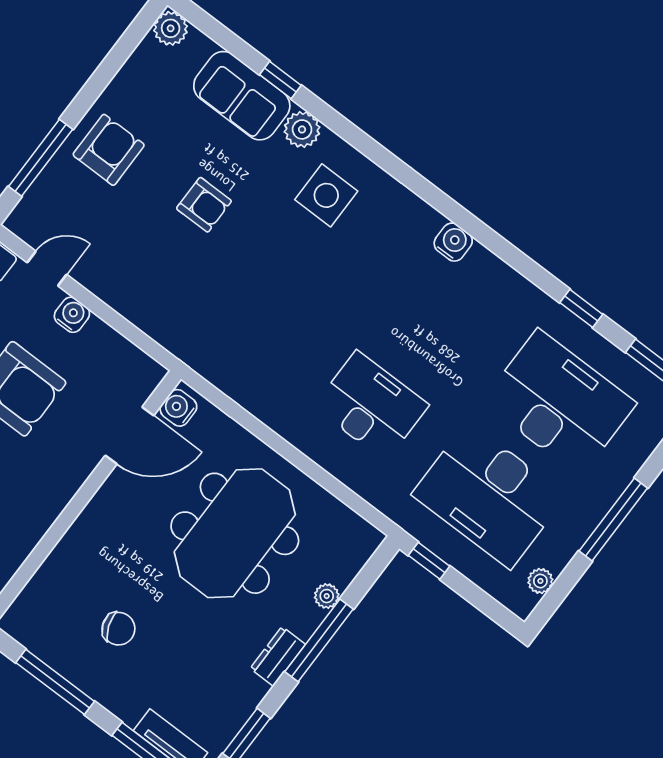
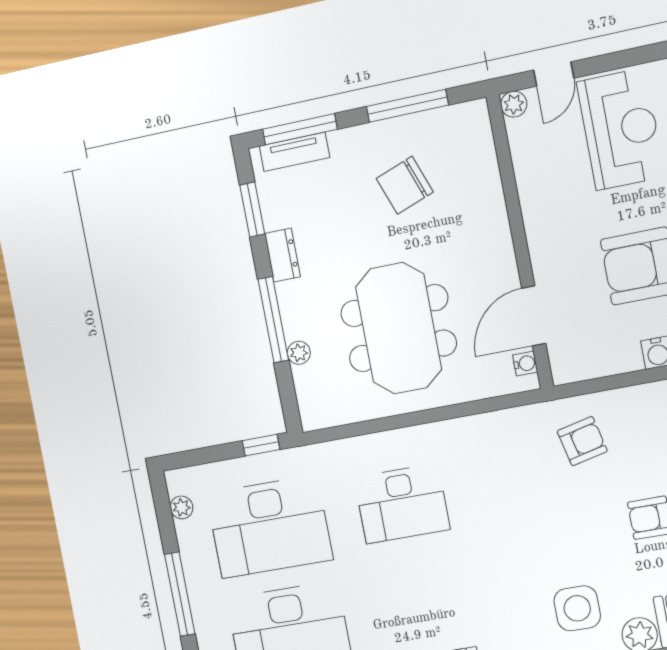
armchair: (192, 310) -> (582, 441), added
water cooler: (178, 408) -> (525, 364), width x0.72, depth x0.72
desk: (489, 495) -> (269, 527), turned 180
chair: (119, 629) -> (405, 185), width x1.37, depth x1.37
dresser: (278, 656) -> (282, 255), moved

